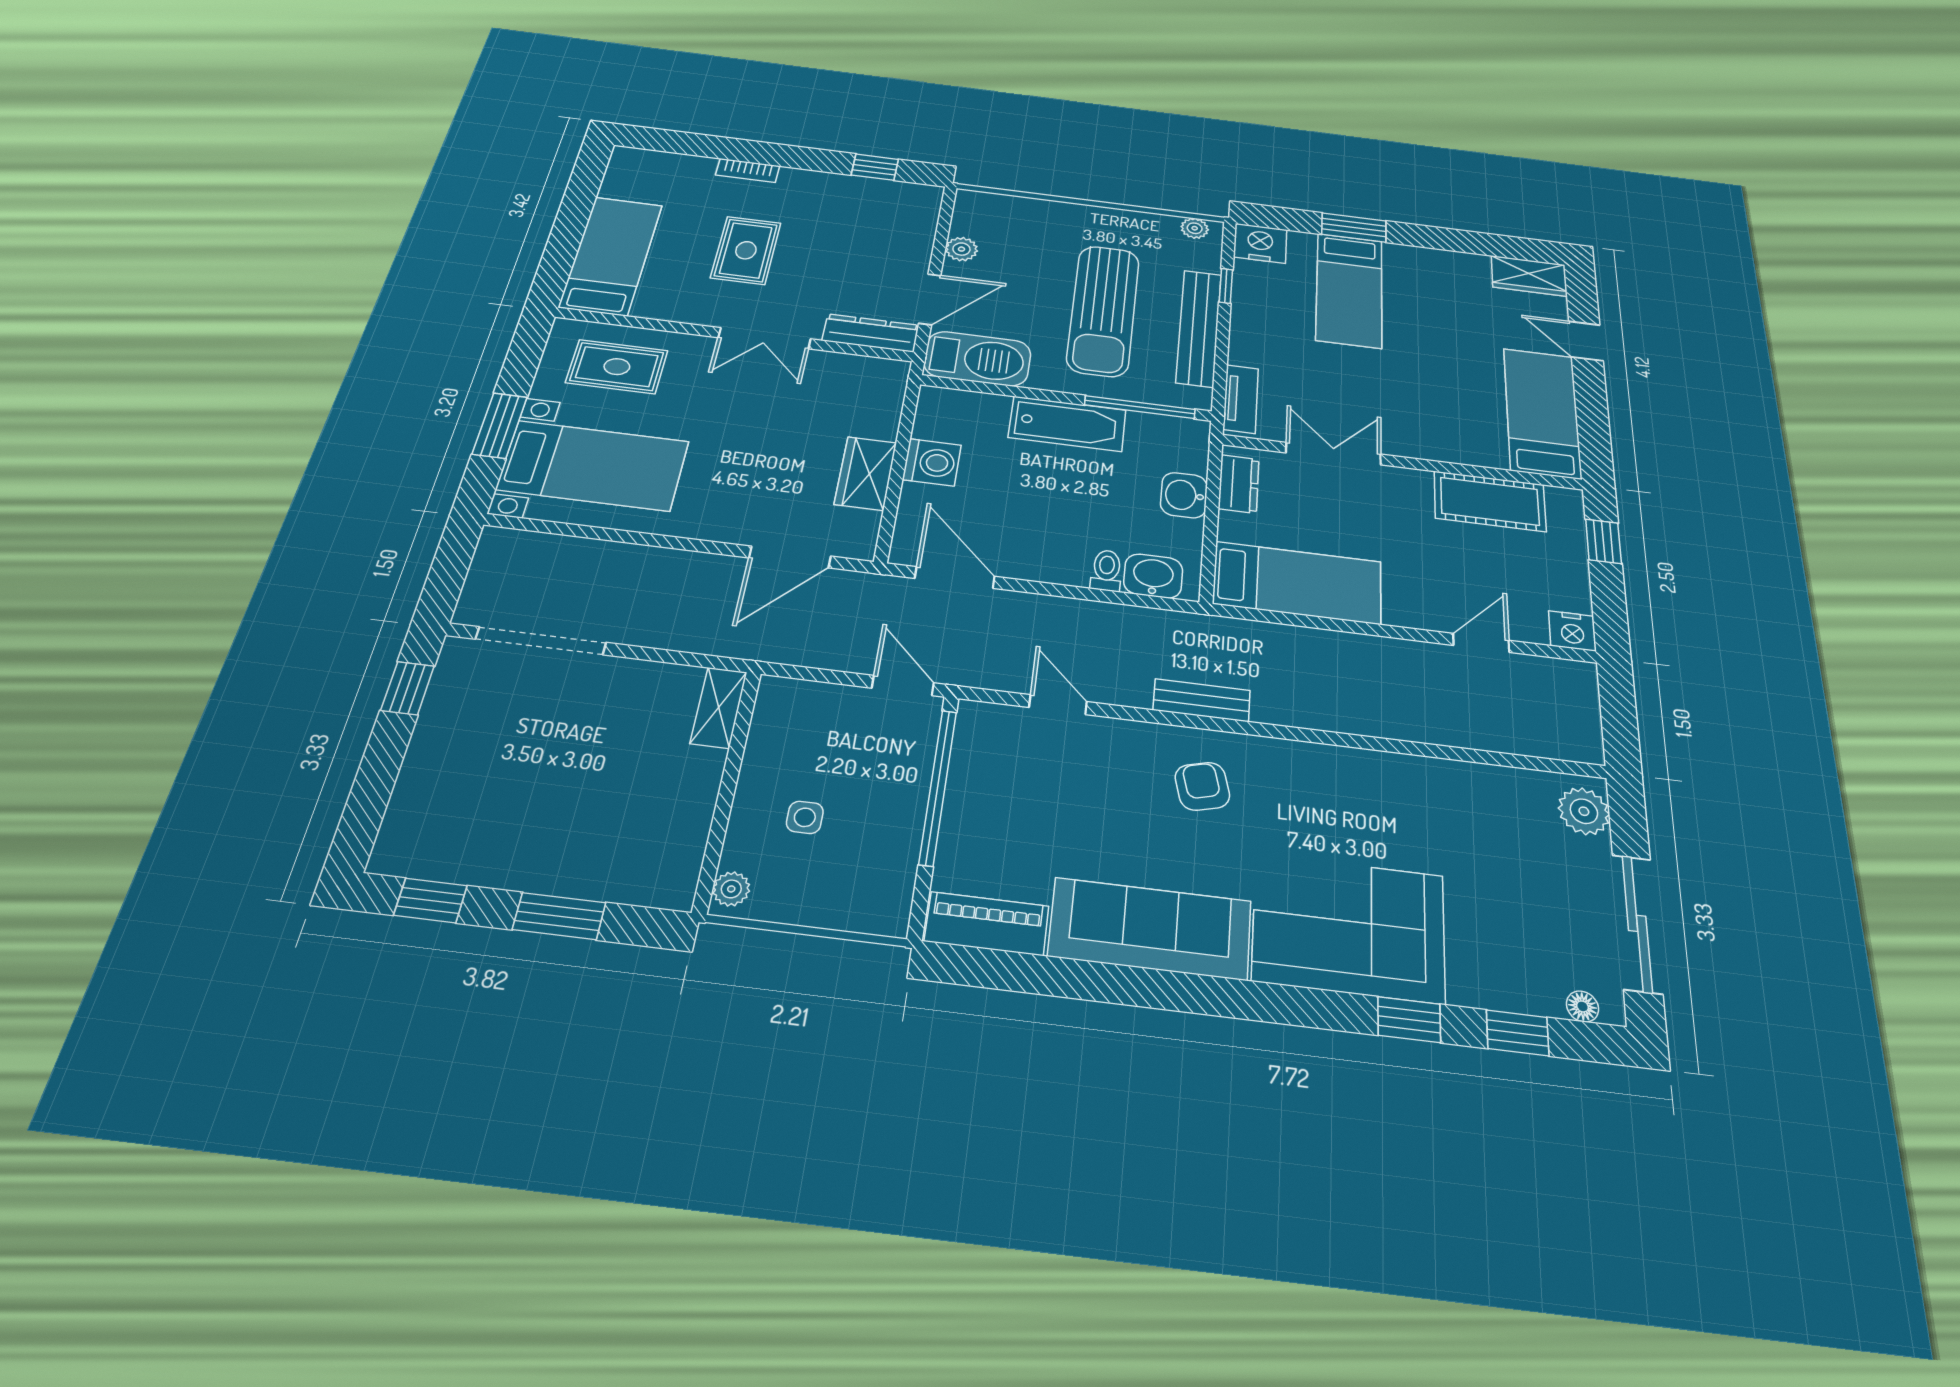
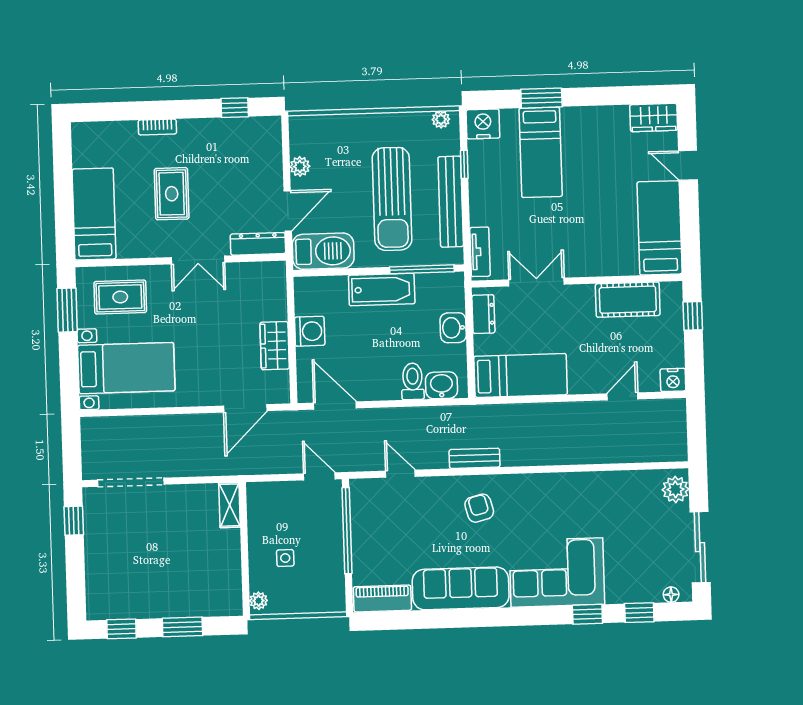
window: (500, 426) -> (67, 310), moved
toilet: (1106, 571) -> (413, 381), width x1.37, depth x1.39

